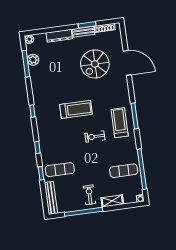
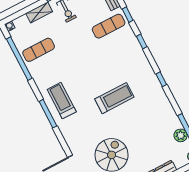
treadmill: (76, 109) -> (114, 98), turned 180
treadmill: (120, 123) -> (62, 101), turned 180
exercise bike: (95, 137) -> (83, 76), removed

